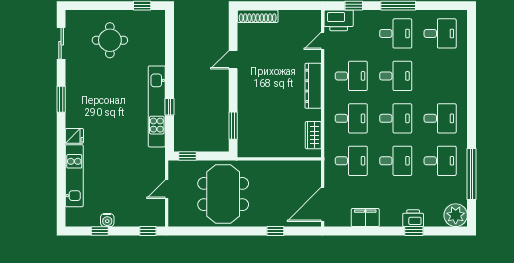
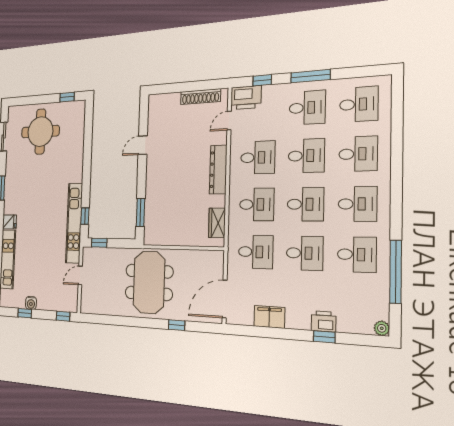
shoe rack: (258, 16) -> (201, 97), moved
round table: (110, 40) -> (40, 132), width x1.36, depth x1.36
desk: (440, 76) -> (358, 154), added
kitchen unit: (157, 106) -> (74, 223), moved
window: (170, 107) -> (85, 216), moved
meeting table: (223, 194) -> (149, 282), moved
plant: (456, 215) -> (382, 328), width x0.53, depth x0.53

